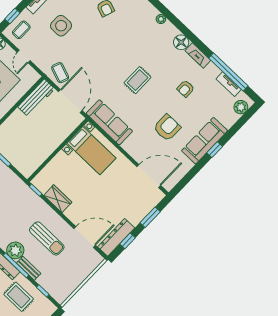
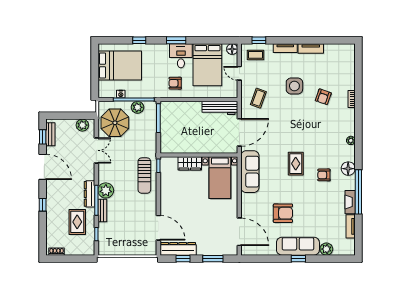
side table: (61, 26) -> (294, 86), moved
door: (24, 56) -> (239, 73), hinge flipped
fireplace: (198, 56) -> (350, 202), moved
window: (228, 72) -> (358, 192), moved
coffee table: (60, 73) -> (258, 98), moved
rug: (138, 80) -> (296, 164), turned 90
armchair: (186, 89) -> (324, 175), moved
plant: (241, 107) -> (326, 249), moved
wardrobe: (58, 199) -> (190, 163), moved, turned 90
sun lounger: (47, 238) -> (144, 176), moved

